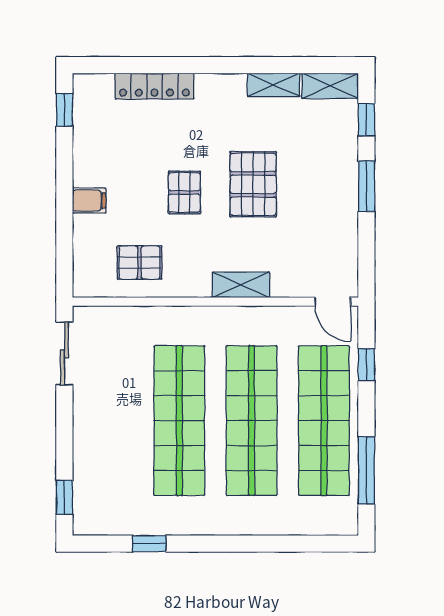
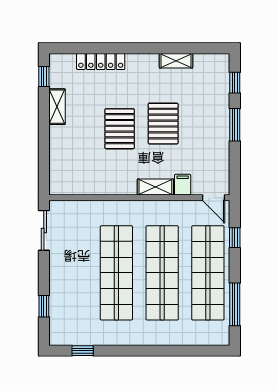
shelving: (330, 86) -> (57, 107), moved, turned 90
pallet: (184, 192) -> (120, 129), width x1.50, depth x1.42
filing cabinet: (89, 201) -> (183, 185), moved, turned -90
pallet: (139, 262) -> (91, 173), removed
window: (64, 497) -> (44, 306), moved
window: (149, 544) -> (83, 351), moved

